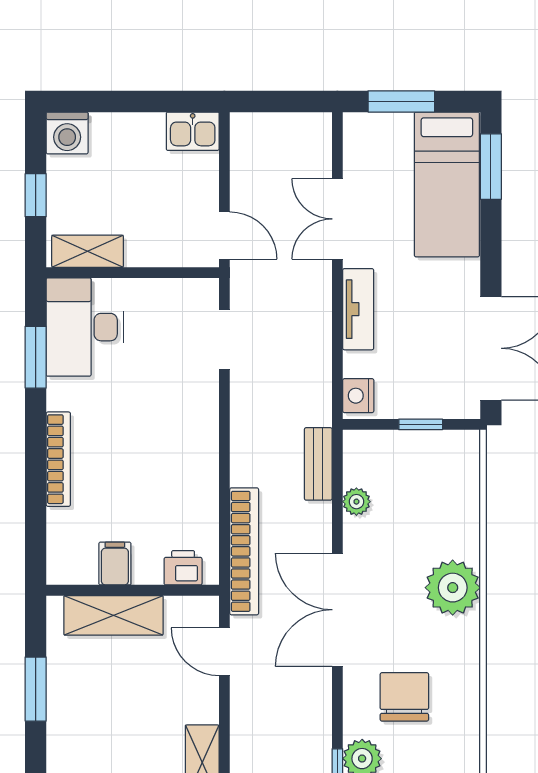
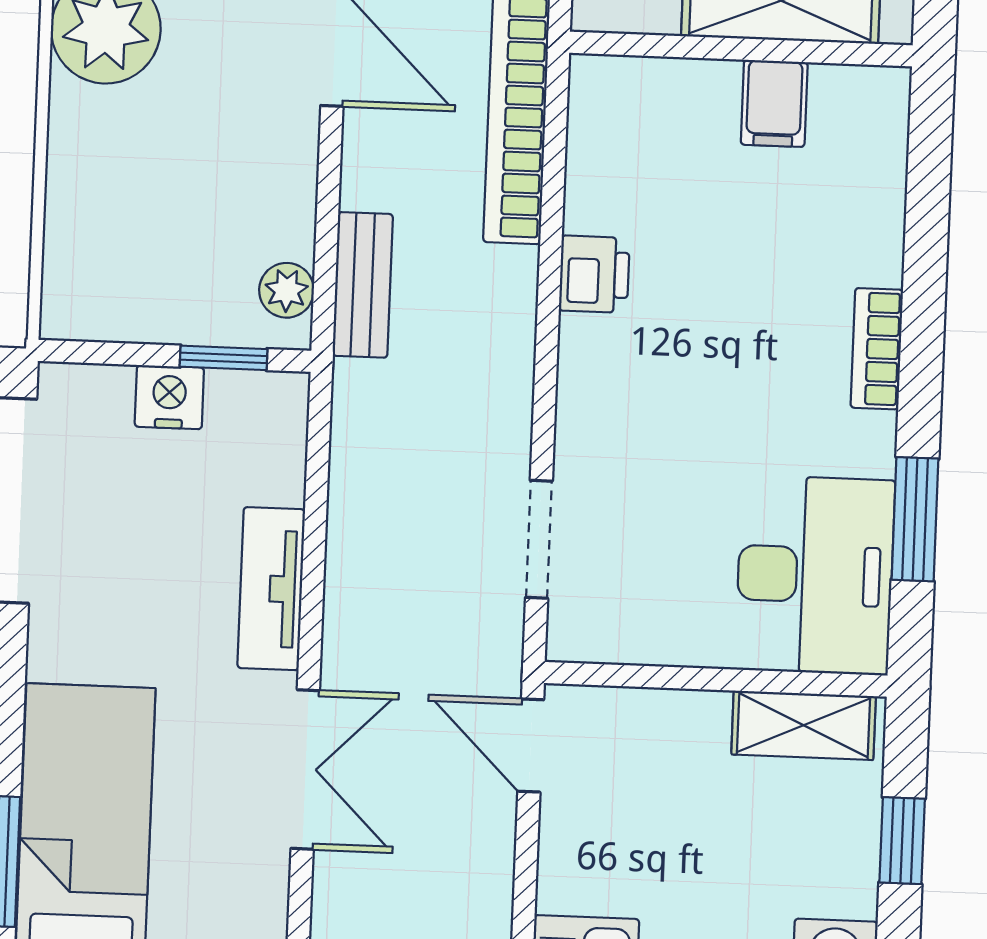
nightstand: (358, 396) -> (169, 397), moved, turned -90
window: (421, 424) -> (224, 358), moved
bookcase: (58, 459) -> (877, 349), width x0.64
plant: (356, 502) -> (287, 290), moved
printer: (183, 568) -> (594, 274), moved, turned -90

